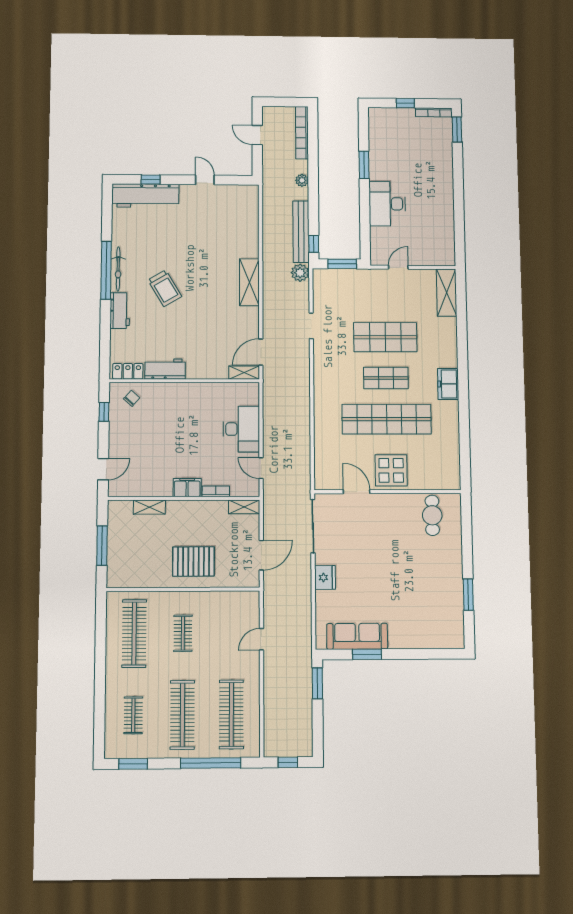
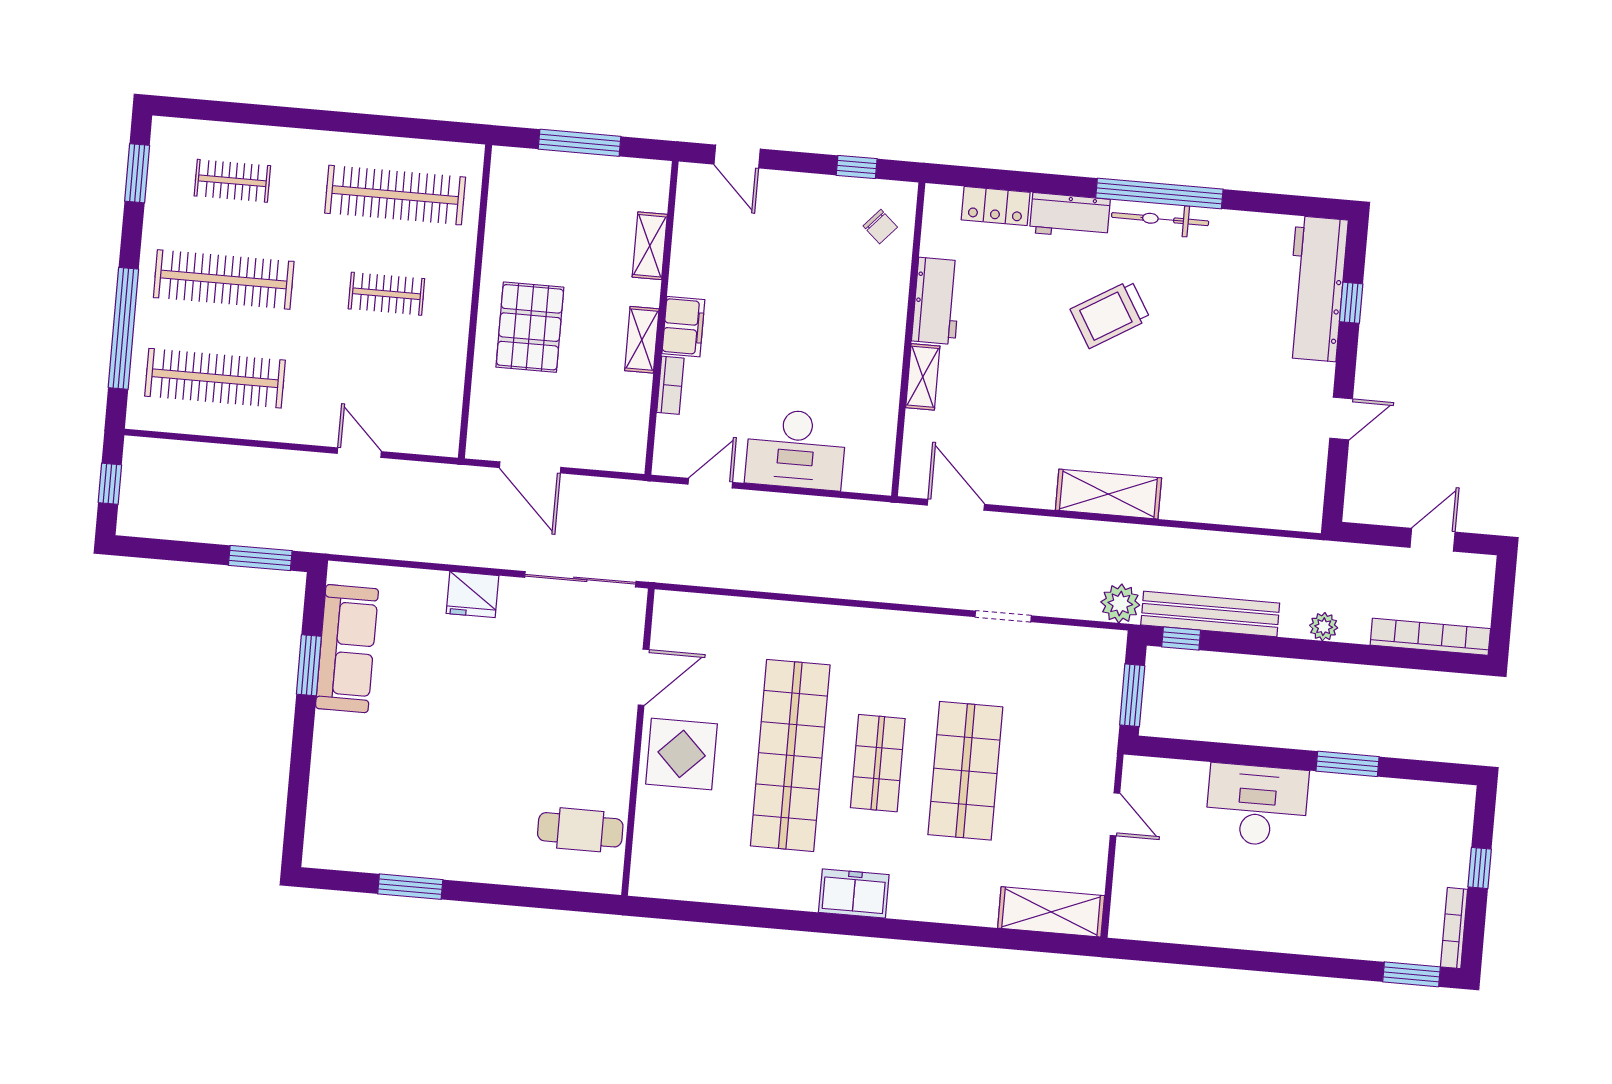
locker: (128, 371) -> (996, 206), moved, turned 90
shelving: (244, 373) -> (923, 377), moved
shelving: (244, 507) -> (642, 340), moved

